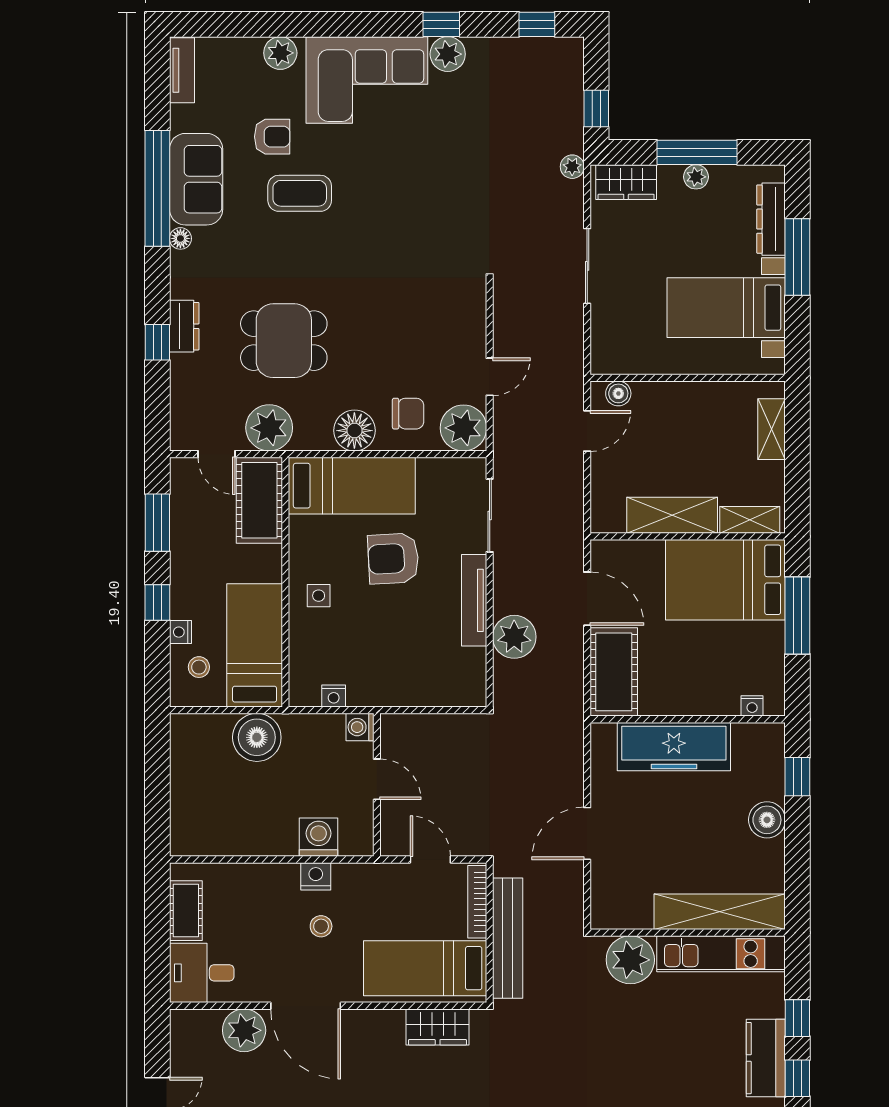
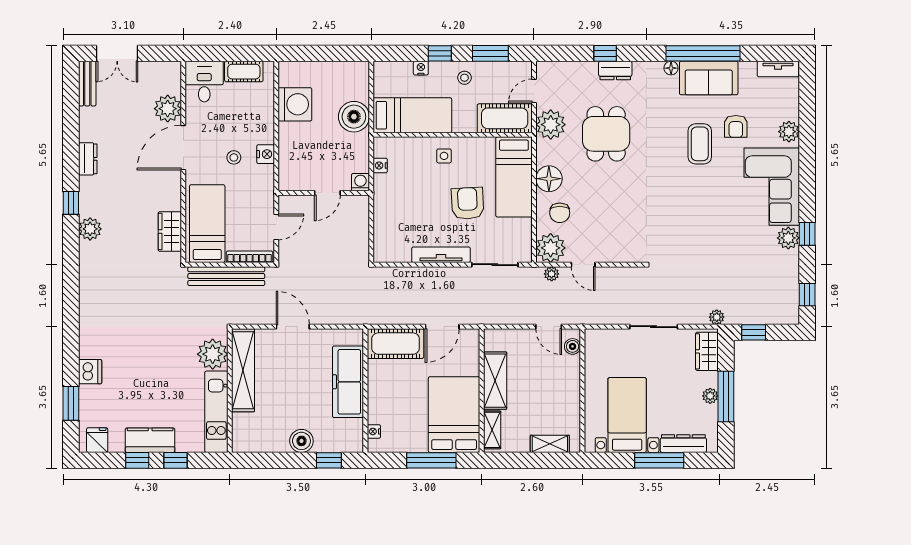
plant: (514, 637) -> (552, 274), moved, width x0.53, depth x0.53
stool: (199, 667) -> (464, 78), moved
washing machine: (319, 837) -> (295, 104), moved, width x1.37, depth x1.37
shelving: (720, 912) -> (243, 370), moved

